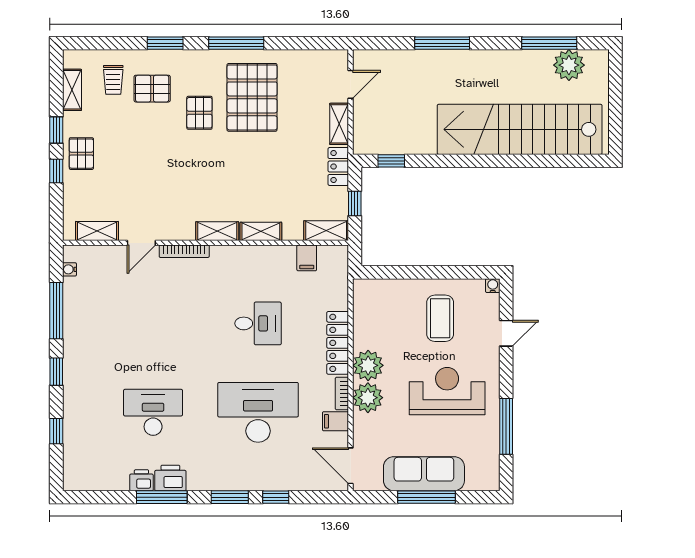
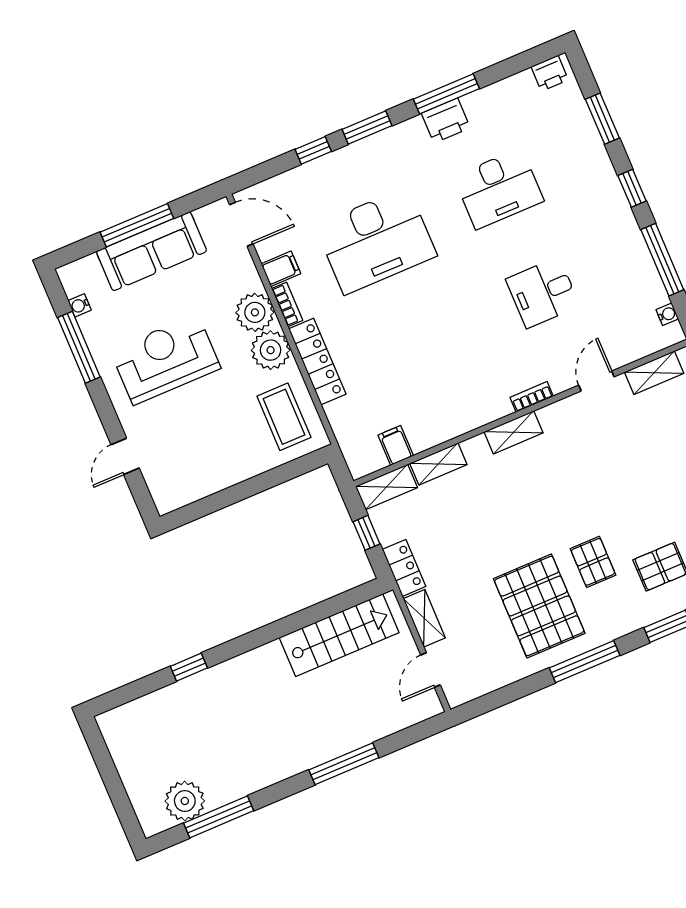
stairs: (520, 129) -> (339, 635), moved, width x0.54, depth x0.66
window: (391, 161) -> (189, 667), moved
shelving: (261, 231) -> (438, 464), moved
bookcase: (184, 251) -> (532, 397), width x0.64
water cooler: (493, 286) -> (80, 305), moved, turned 90
coffee table: (440, 318) -> (284, 417), moved
desk: (258, 323) -> (543, 293), moved
reception desk: (447, 391) -> (165, 359), turned 180
window: (56, 431) -> (602, 119), width x1.50
printer: (141, 480) -> (550, 73), moved

